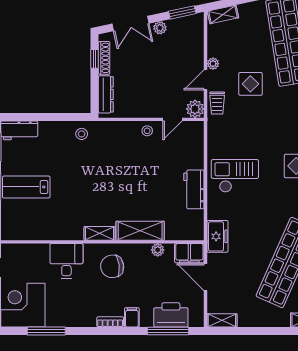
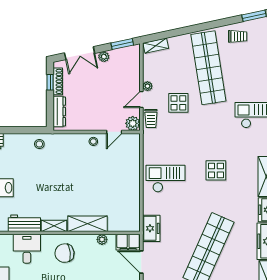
workbench: (194, 189) -> (24, 223), moved, turned 90

